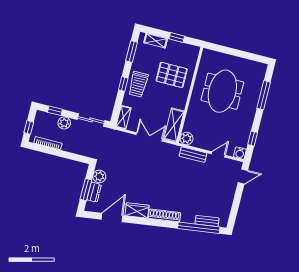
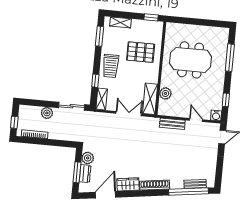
window: (177, 38) -> (151, 17), moved
window: (123, 84) -> (95, 81), moved
meeting table: (222, 91) -> (191, 60), turned 90
window: (55, 111) -> (36, 103), removed
plant: (187, 138) -> (165, 93), moved
door: (218, 154) -> (196, 120), hinge flipped

